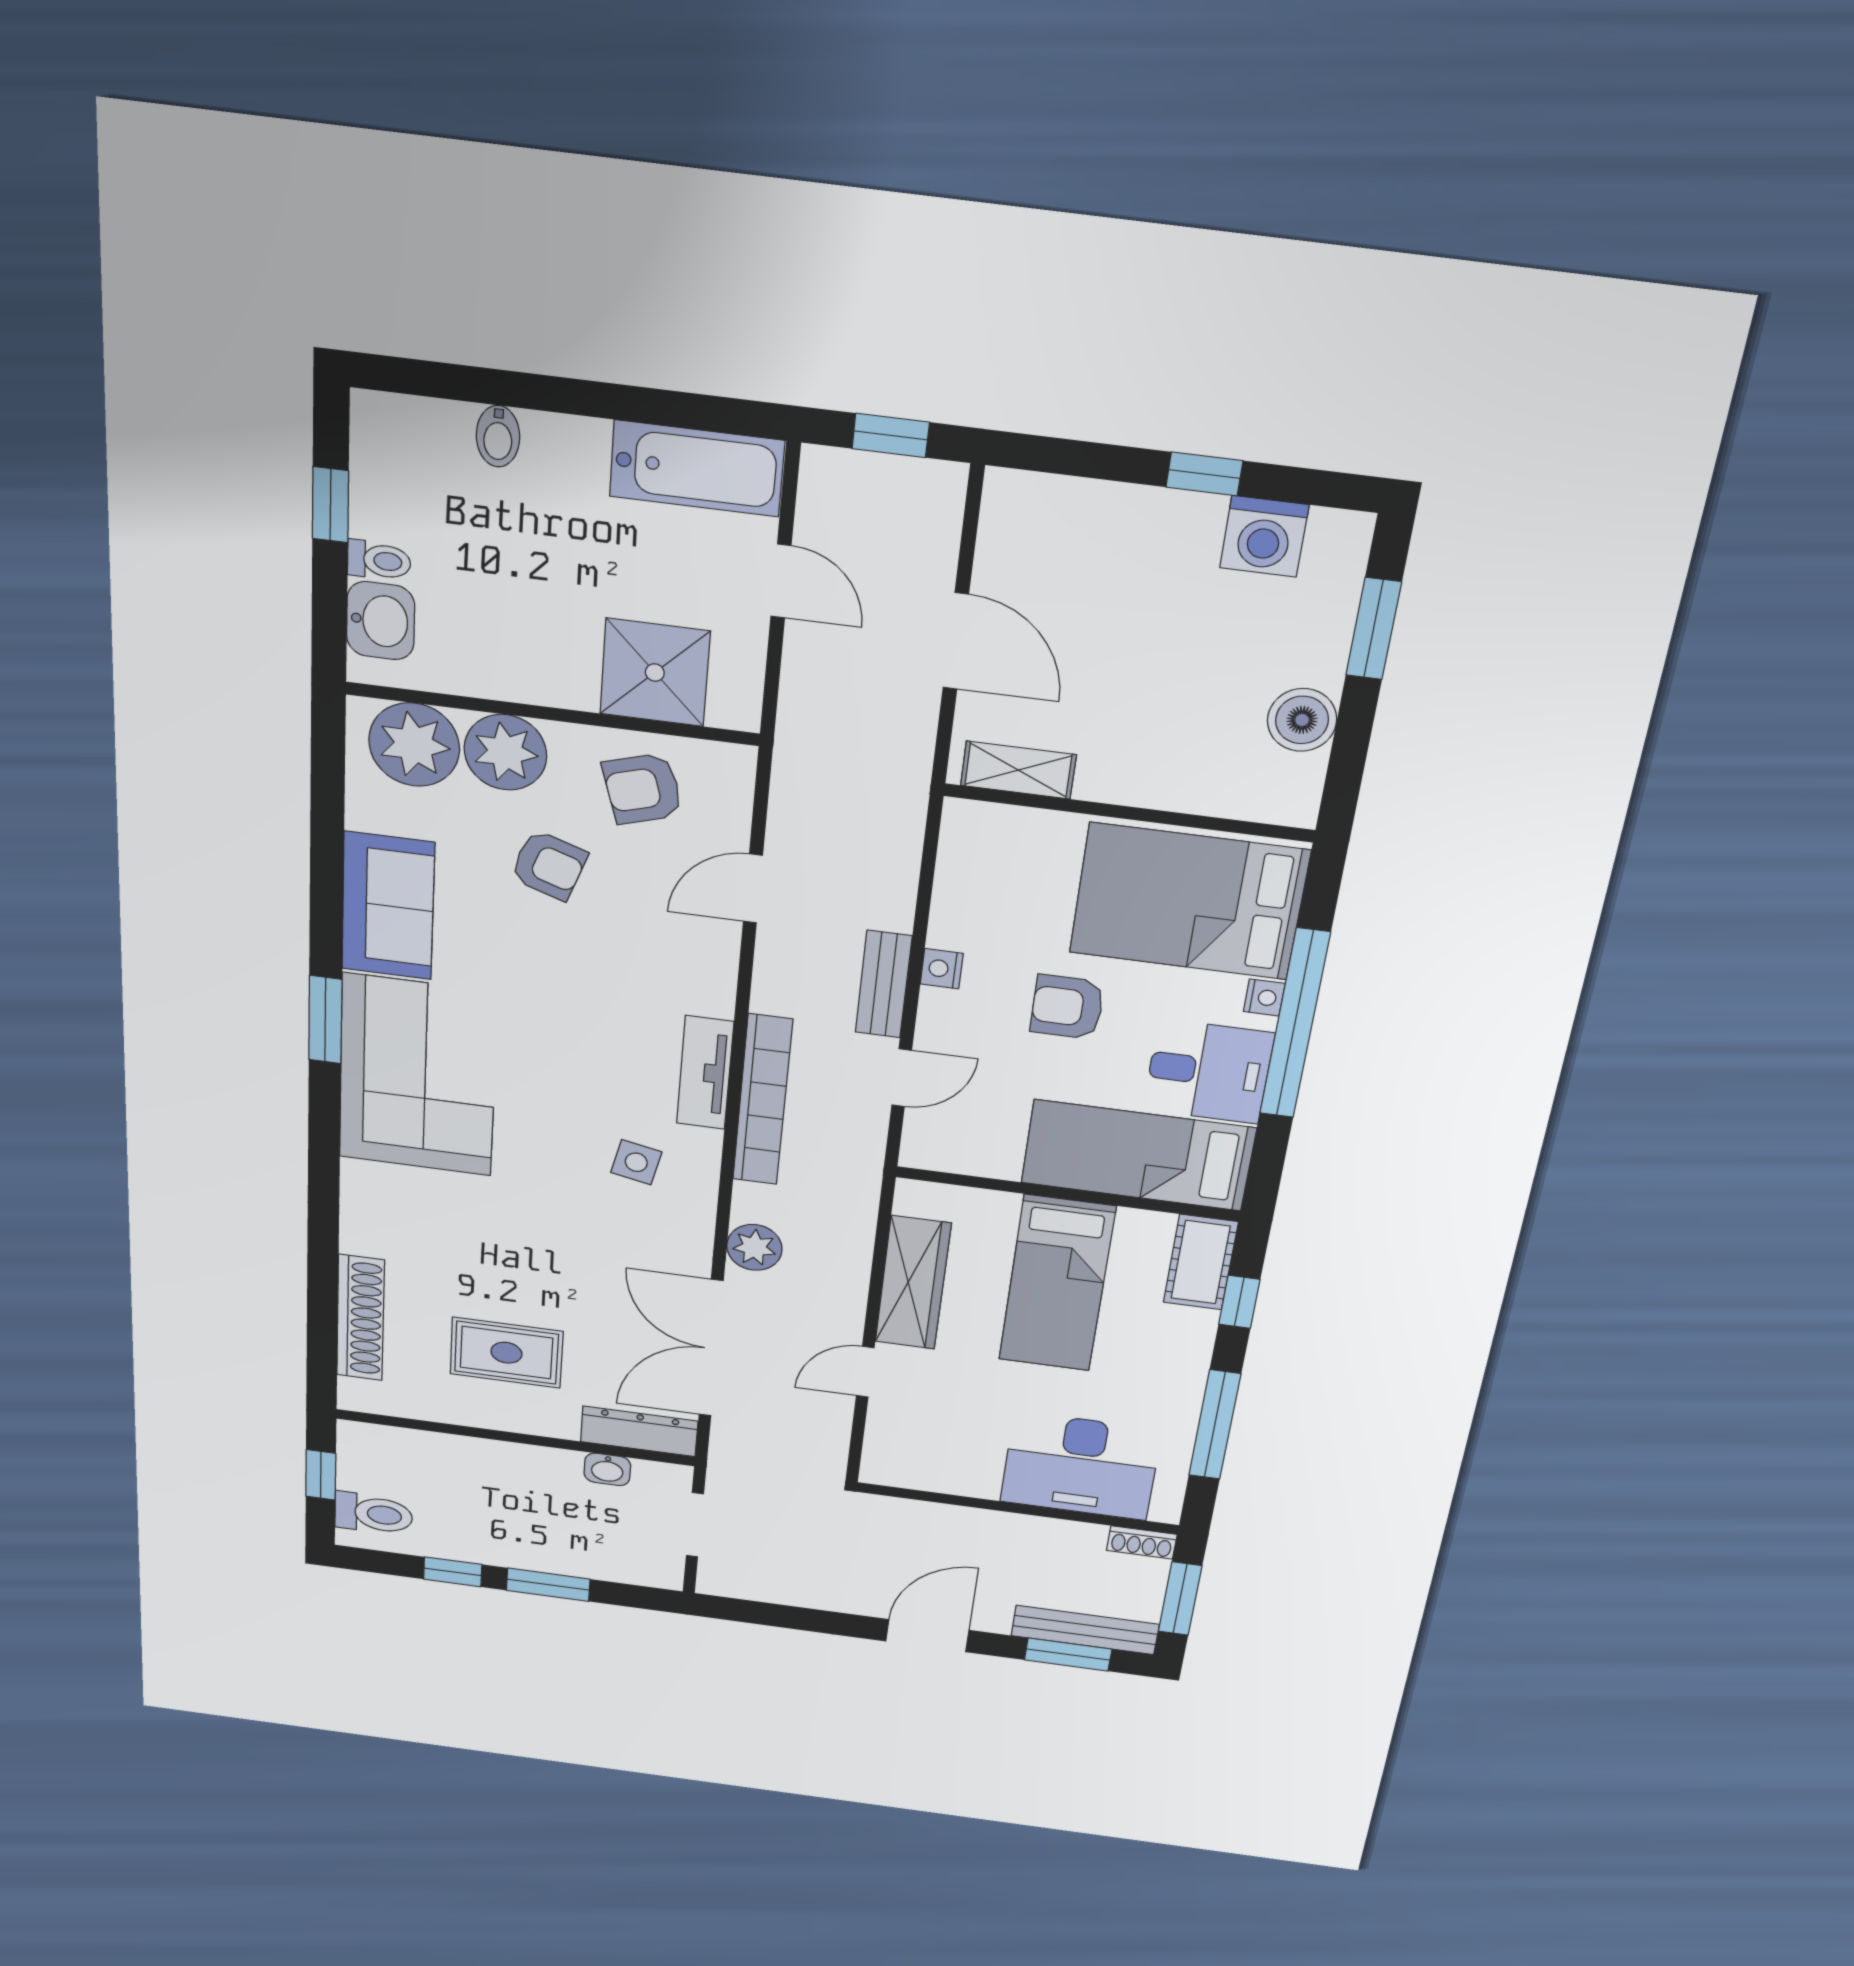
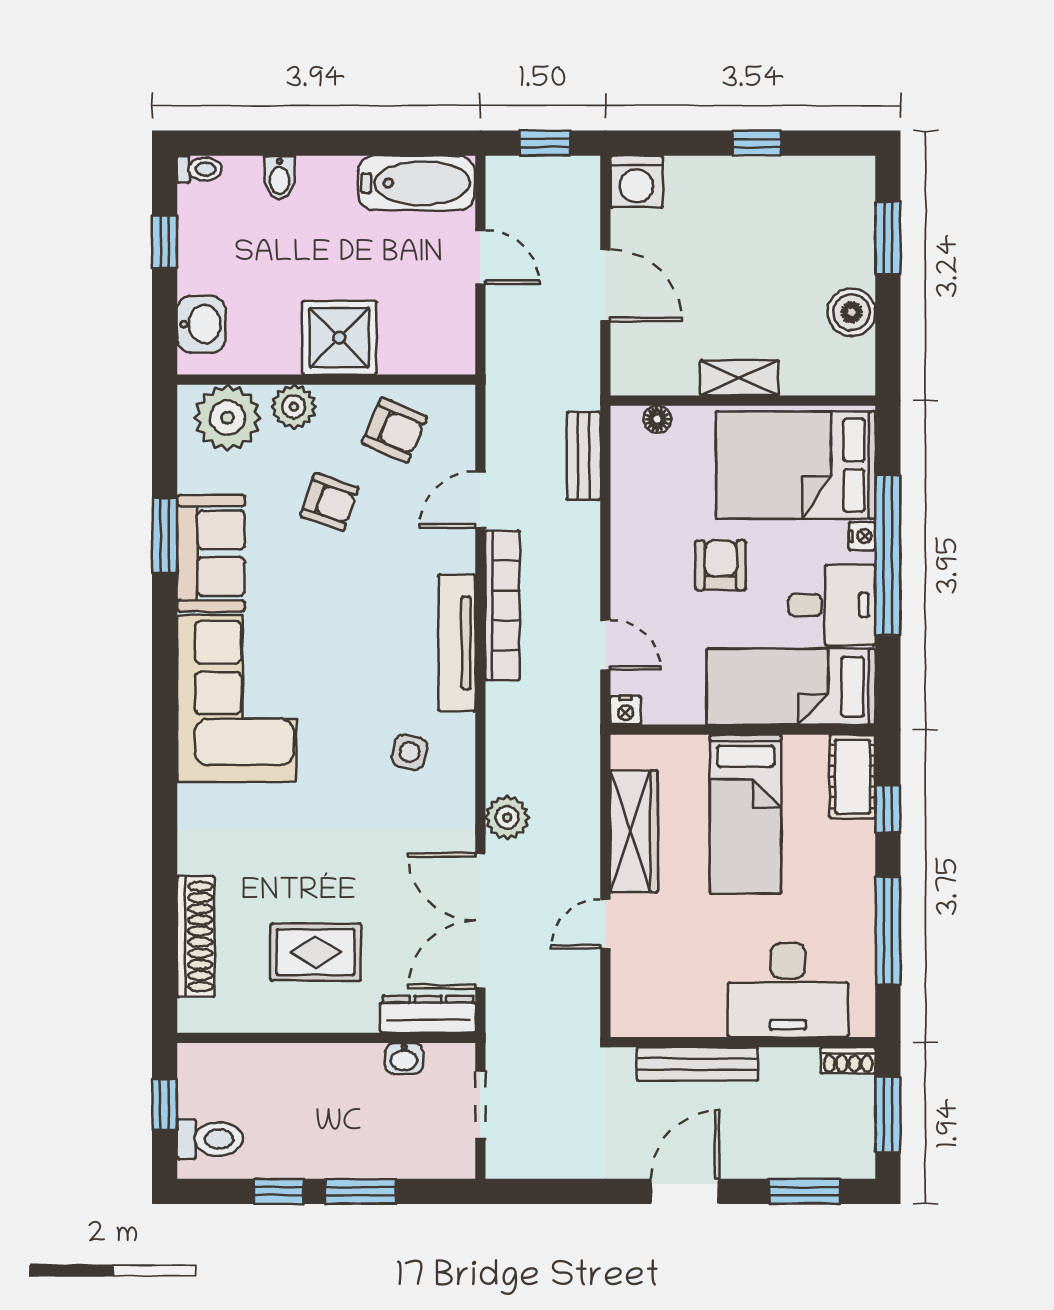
washing machine: (1264, 536) -> (637, 182), moved
toilet: (379, 560) -> (199, 169), moved
shower: (655, 673) -> (339, 338), moved
plant: (505, 752) -> (294, 407), width x0.73, depth x0.73
shelving: (1018, 770) -> (739, 378), moved
armchair: (643, 789) -> (395, 430), turned -140
floor lamp: (1006, 821) -> (657, 419), added
nightstand: (942, 969) -> (626, 710), moved, turned -90
bench: (884, 984) -> (584, 456), moved
armchair: (1067, 1007) -> (721, 565), turned 90
window: (325, 1020) -> (165, 536), moved
tv unit: (705, 1073) -> (457, 643), width x1.41
door: (902, 1078) -> (605, 645), hinge flipped
bookcase: (763, 1100) -> (502, 605), moved
bench: (1085, 1630) -> (697, 1064), moved

